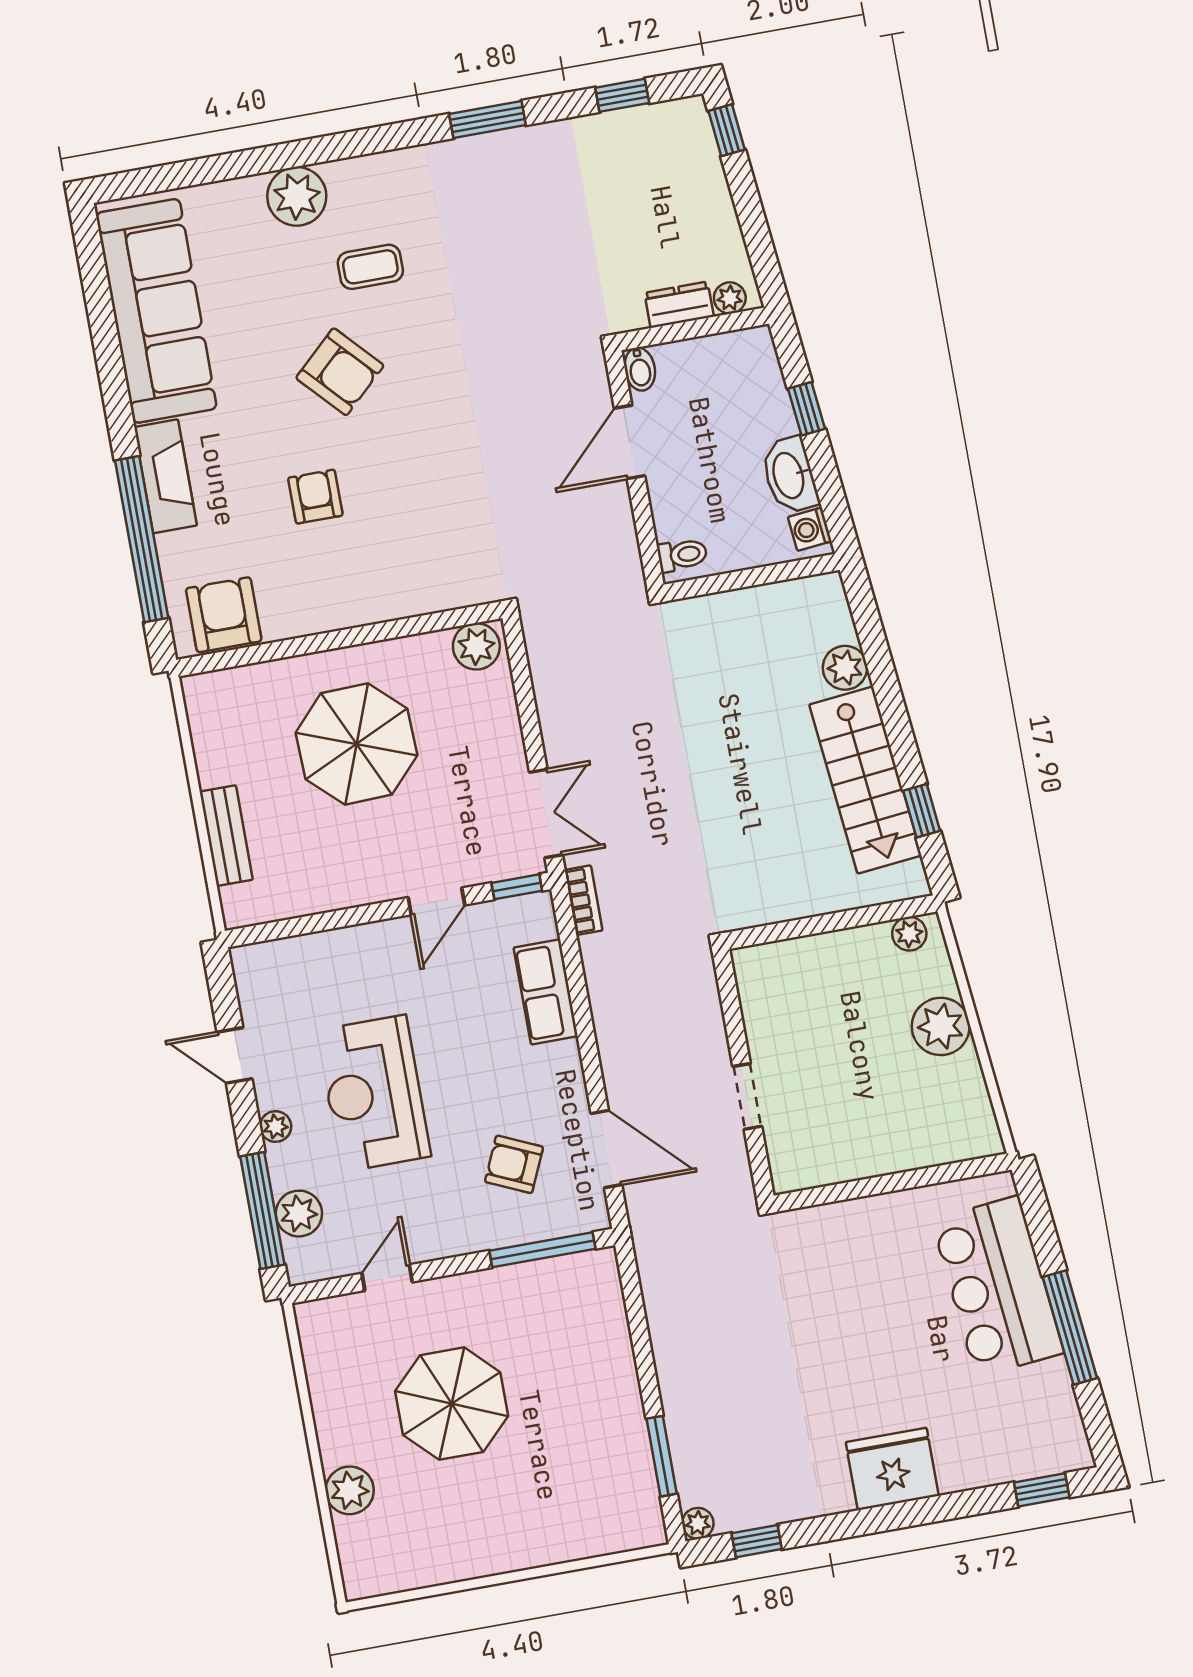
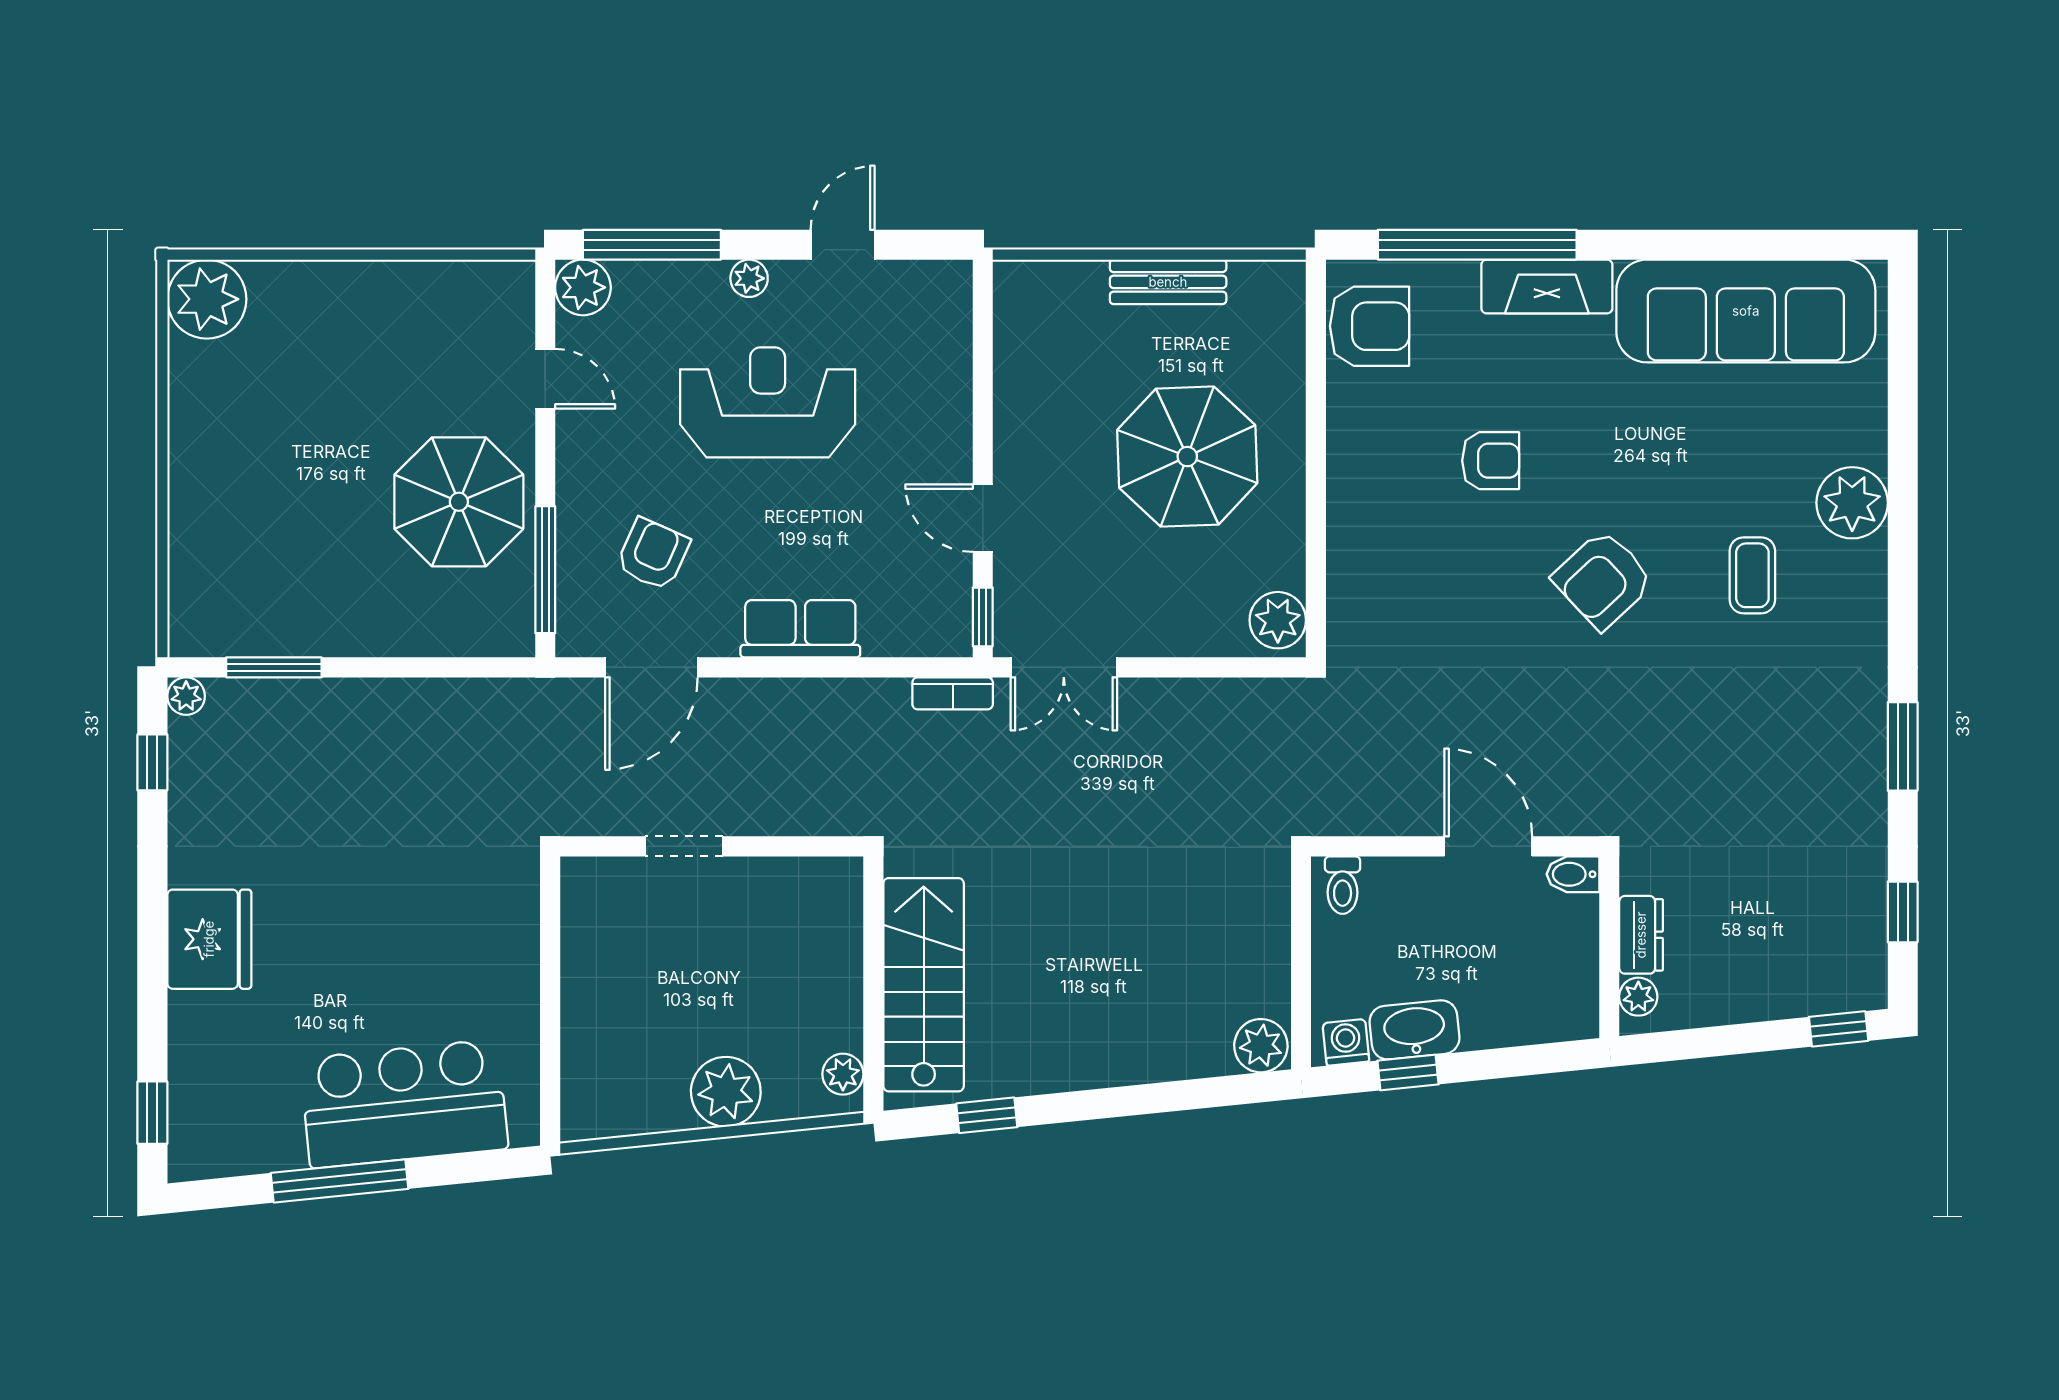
armchair: (340, 372) -> (1603, 580), moved
window: (806, 409) -> (1408, 1073), moved
plant: (845, 668) -> (1261, 1046), moved
stairs: (865, 780) -> (924, 985), moved, turned 96
bench: (226, 836) -> (1168, 282), moved
row of seats: (546, 992) -> (800, 629), moved
plant: (299, 1214) -> (583, 287), moved
parasol: (452, 1404) -> (459, 502), moved
plant: (350, 1490) -> (207, 299), moved, width x1.36, depth x1.36

